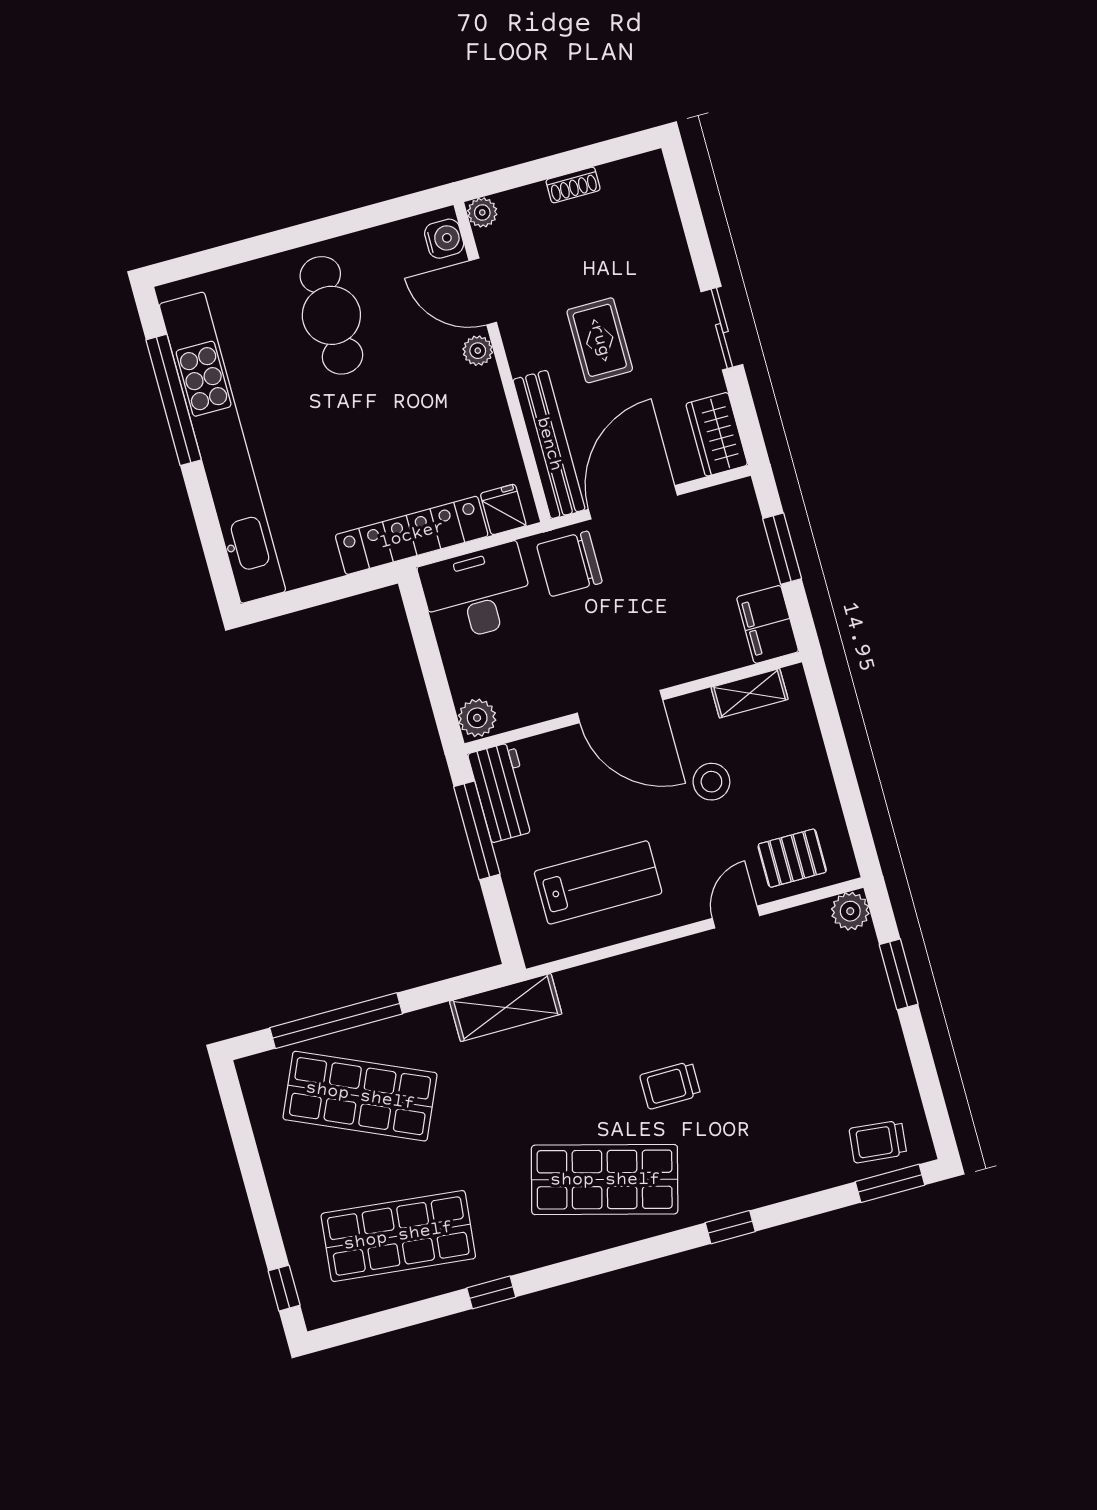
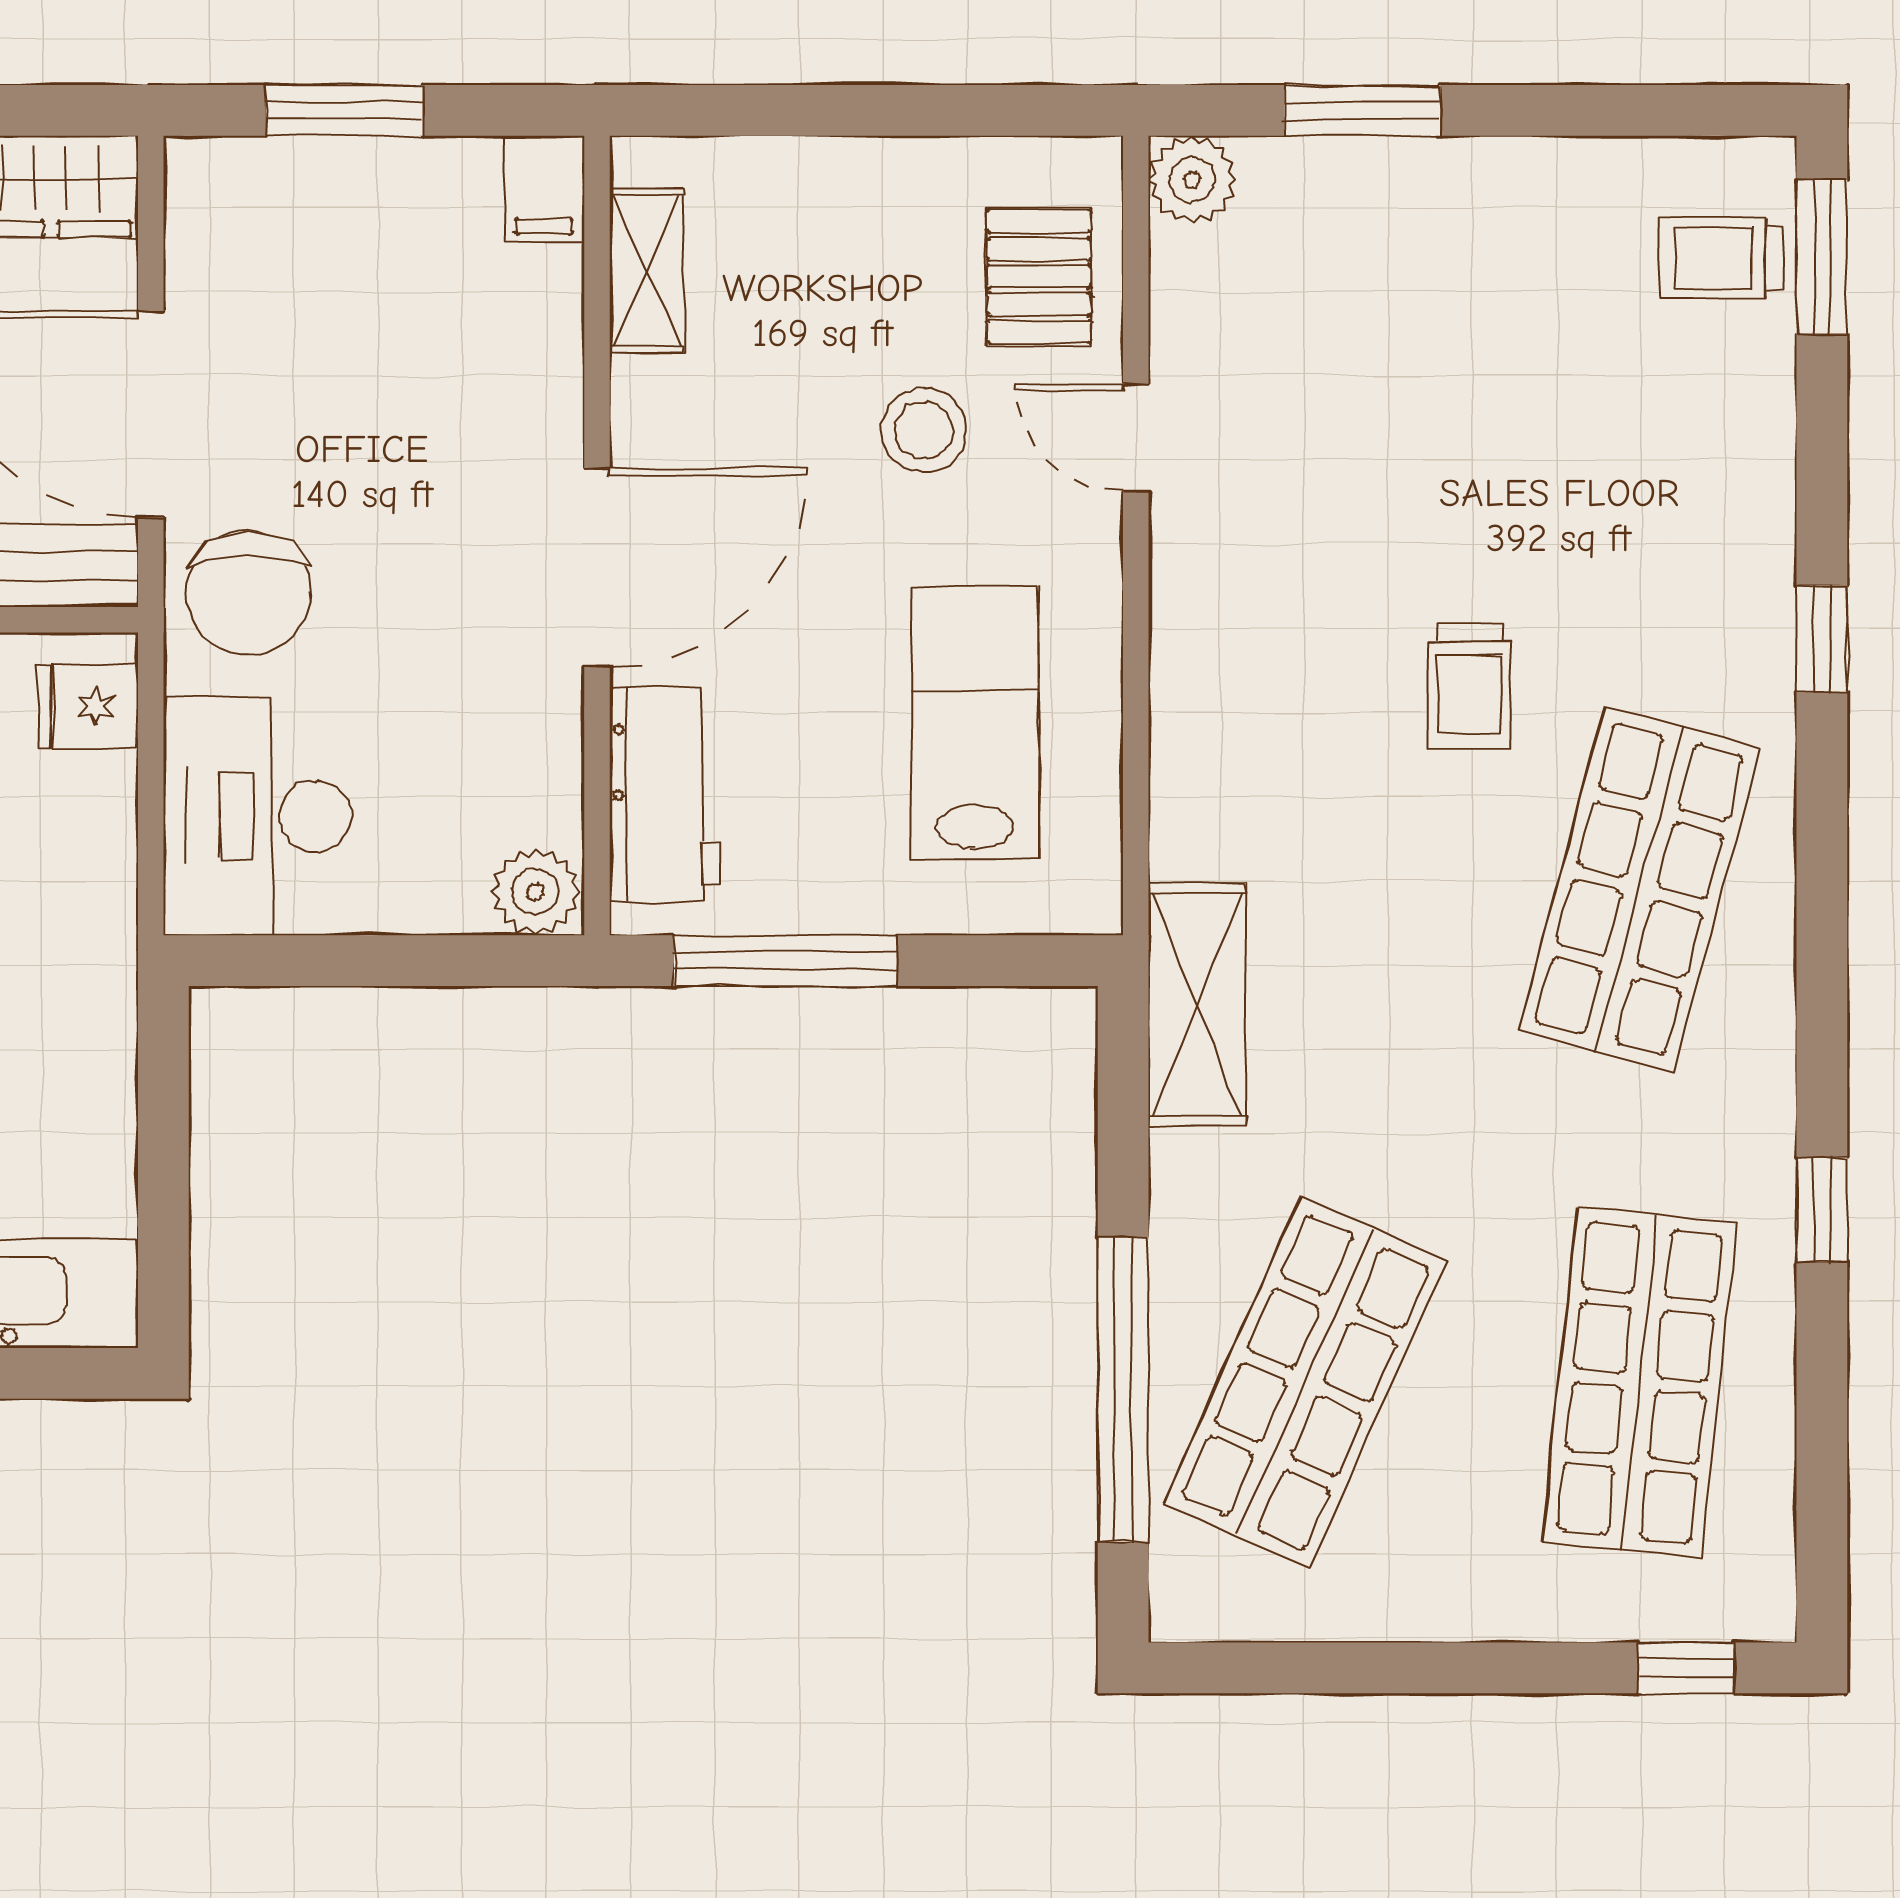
locker: (412, 535) -> (90, 926), removed
filing cabinet: (768, 624) -> (544, 189), width x0.50
stool: (711, 782) -> (924, 430), moved
workbench: (503, 792) -> (665, 794), moved, turned 90
trolley: (878, 1142) -> (1722, 258), turned 84

